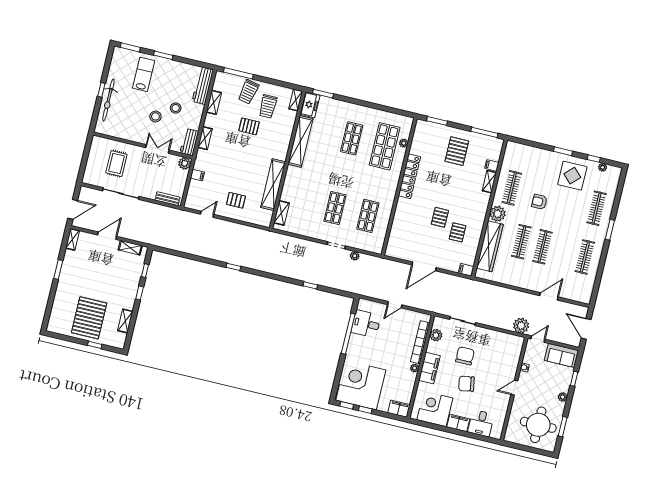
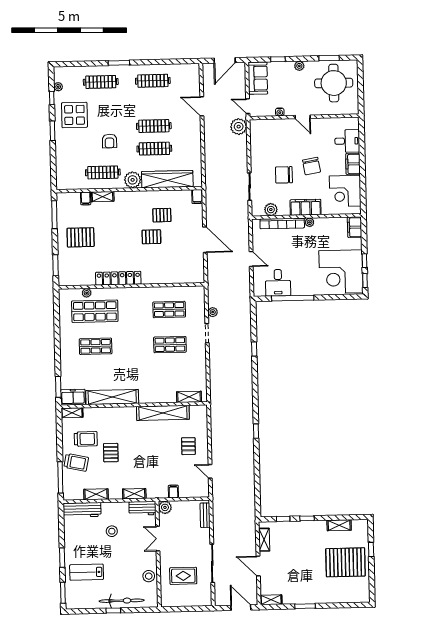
stool: (155, 116) -> (149, 576), moved

